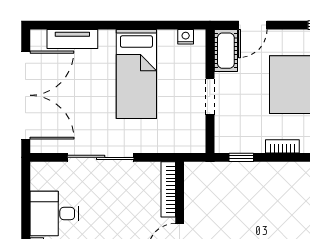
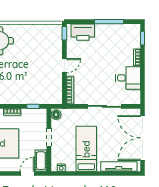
tv unit: (72, 39) -> (119, 166), width x1.41
floor lamp: (196, 141) -> (56, 115), added

